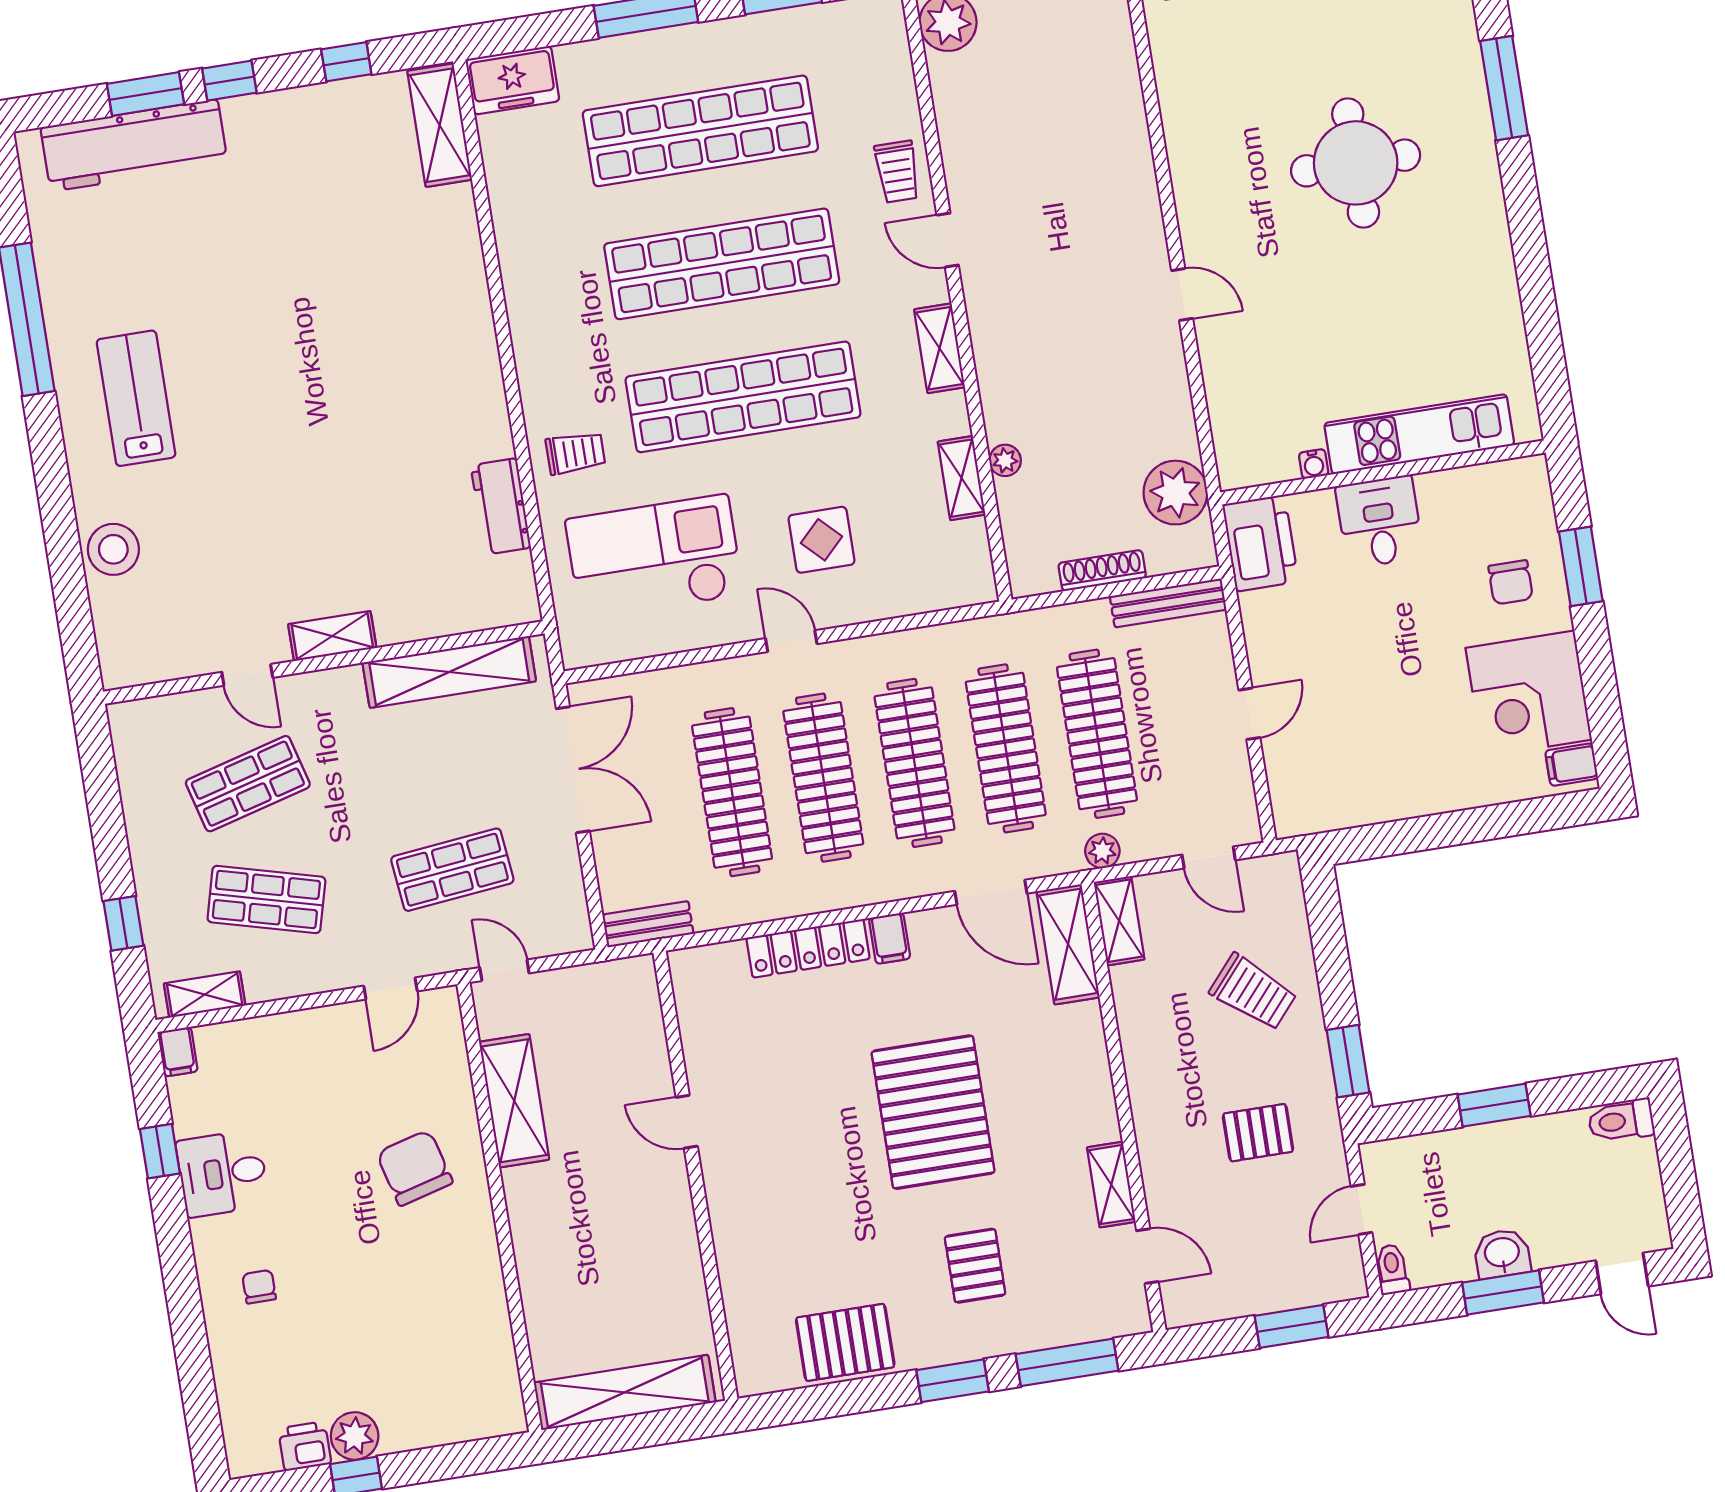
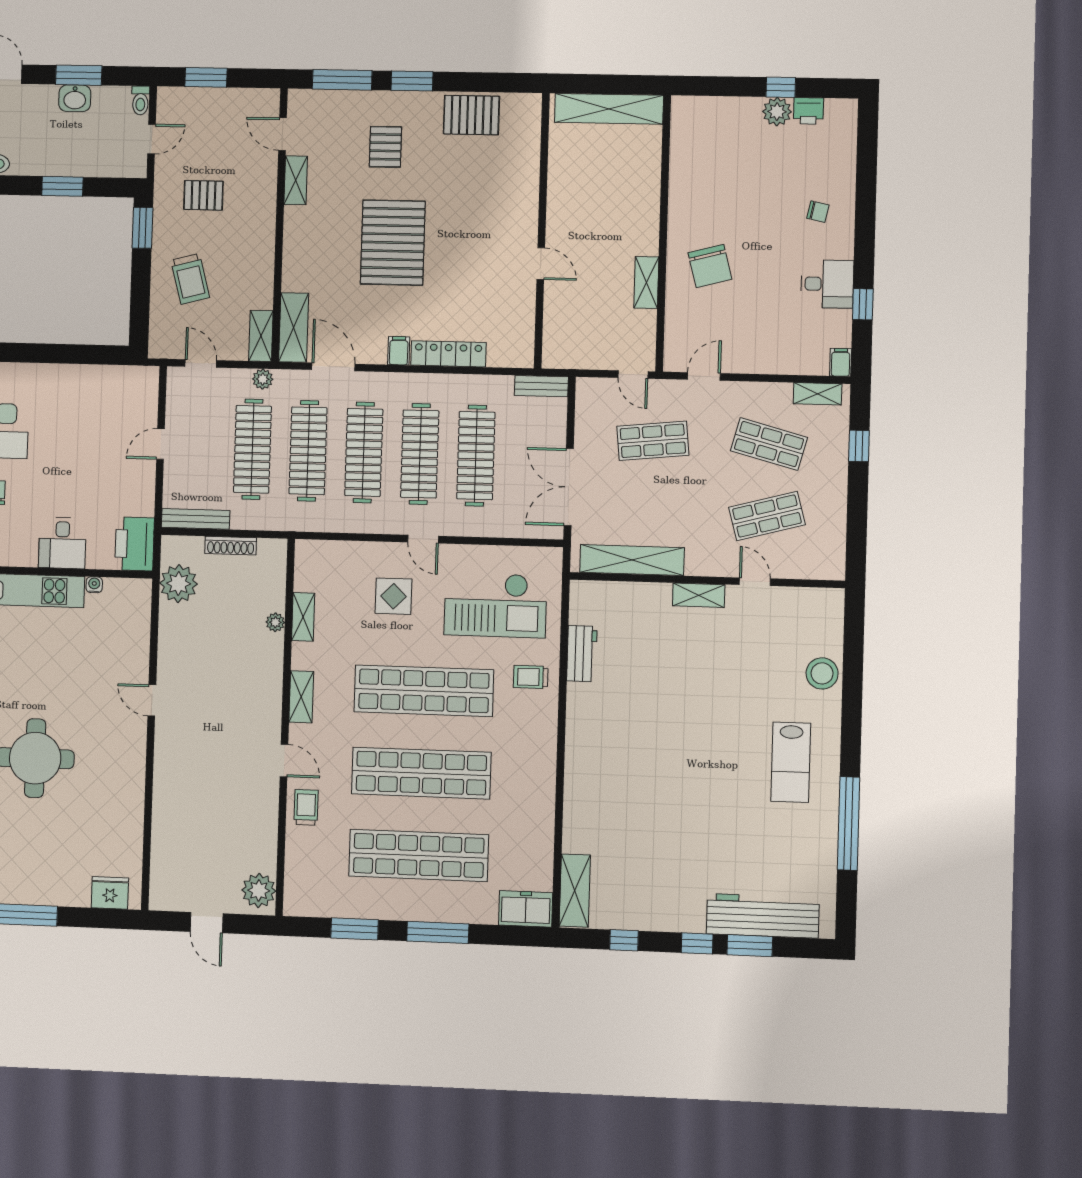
trolley: (1253, 992) -> (190, 279), turned -146
shelving: (514, 1101) -> (646, 282), width x0.67, depth x0.75
chair: (259, 1287) -> (818, 212), turned -78

